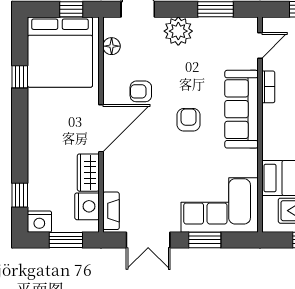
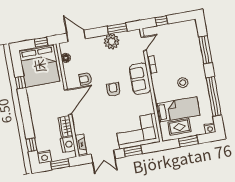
plant: (178, 31) -> (112, 42), moved
sofa: (241, 109) -> (140, 79), width x0.73

